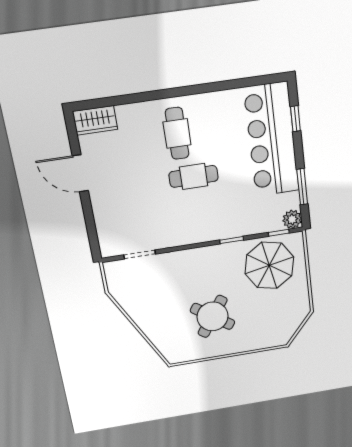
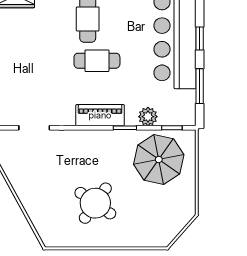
window: (295, 119) -> (200, 38), moved
plant: (292, 219) -> (148, 117), moved
piano: (205, 232) -> (100, 115), added

